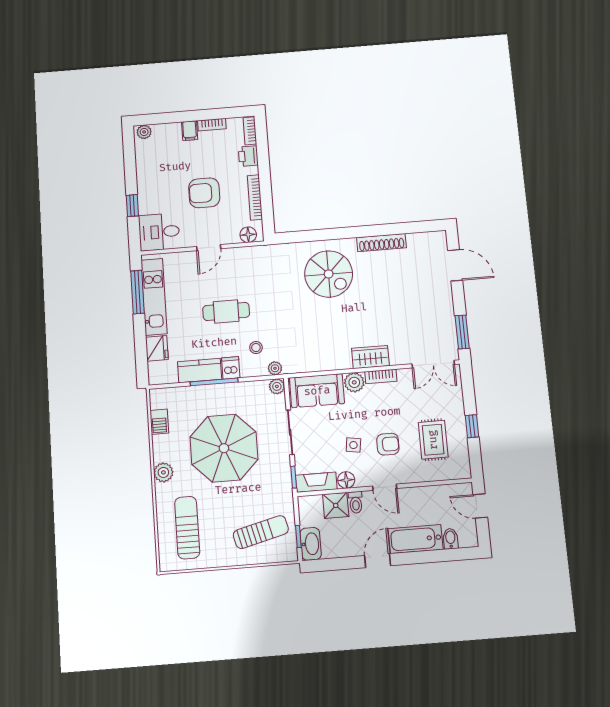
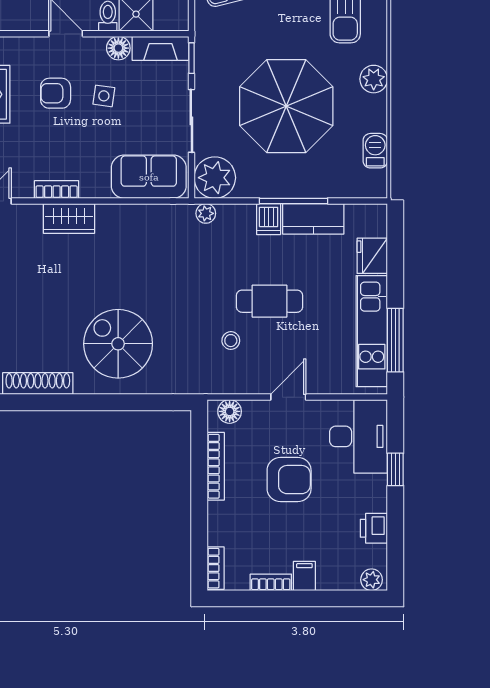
printer: (248, 156) -> (374, 528), moved, turned 180
desk: (159, 232) -> (359, 436), width x1.37
stool: (256, 348) -> (231, 341), moved
plant: (354, 382) -> (95, 184), removed
plant: (277, 386) -> (215, 178), width x1.87, depth x1.87

